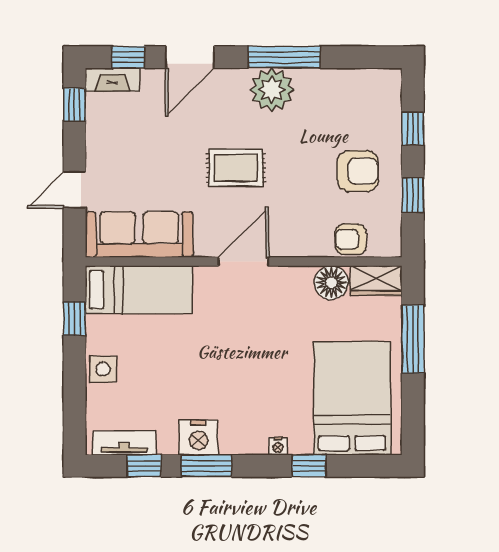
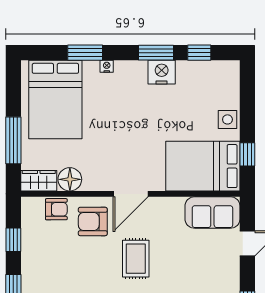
rug: (236, 168) -> (136, 259), turned 90
armchair: (358, 171) -> (93, 221), moved
sofa: (139, 235) -> (212, 213), width x0.73
bed: (139, 290) -> (203, 166), width x1.50
tv unit: (124, 443) -> (213, 68), removed
window: (309, 466) -> (85, 53), width x1.50

